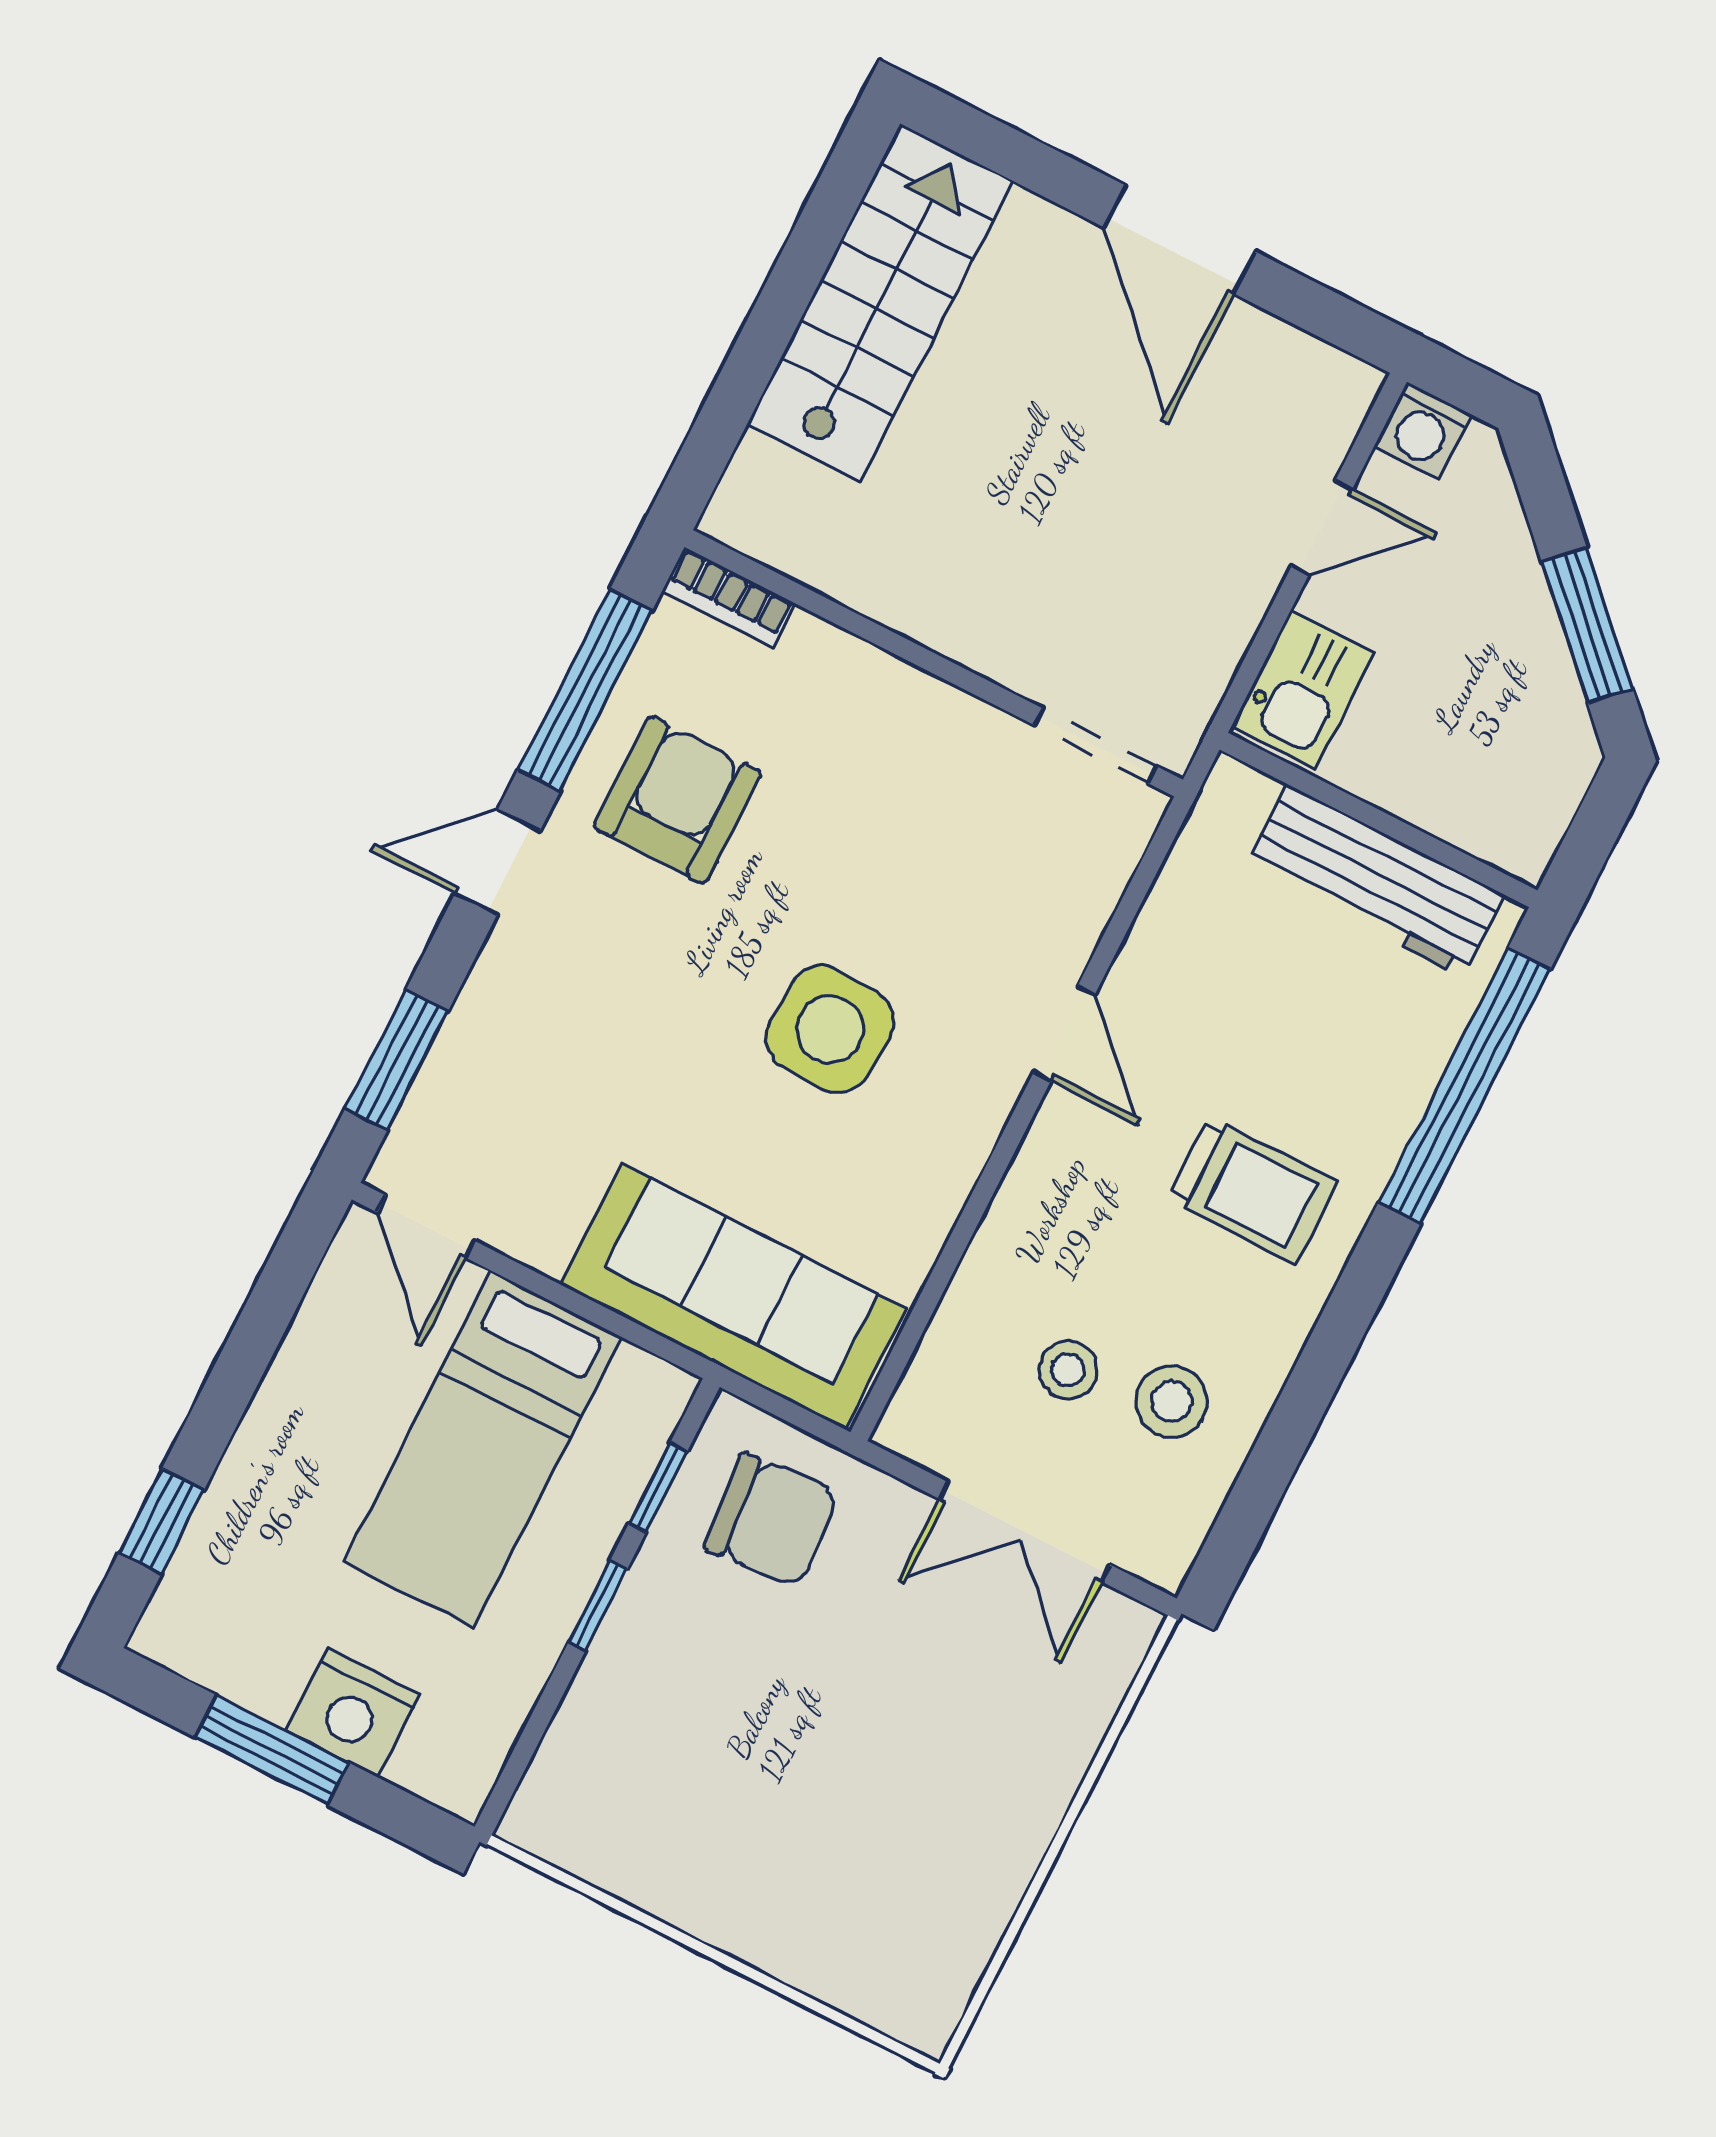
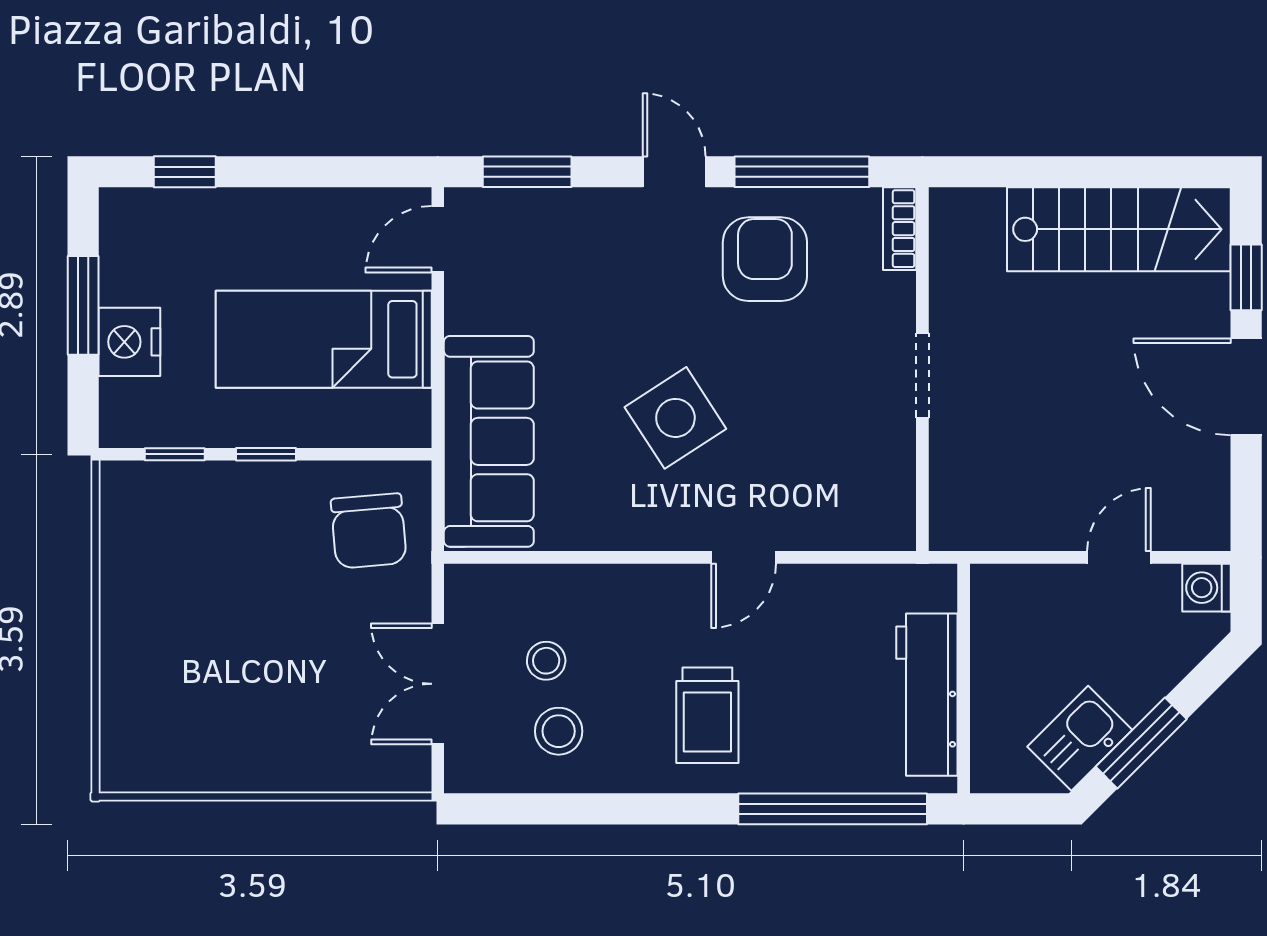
window: (1032, 164) -> (1246, 277), added
door: (1180, 239) -> (1246, 387), hinge flipped
door: (1322, 528) -> (1119, 557), swing flipped
kitchen sink: (1303, 690) -> (1080, 738), moved, turned 135
doorway: (1096, 746) -> (922, 375), moved
armchair: (677, 800) -> (765, 259), turned -90
side table: (830, 1029) -> (675, 418), turned -36
window: (658, 1488) -> (175, 454), moved

